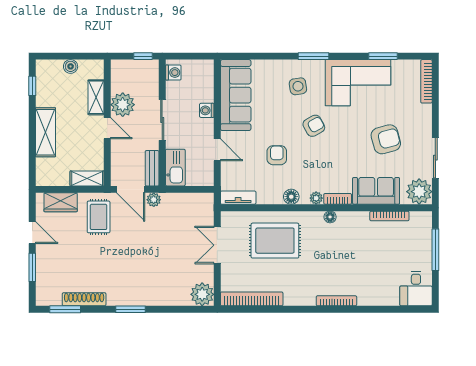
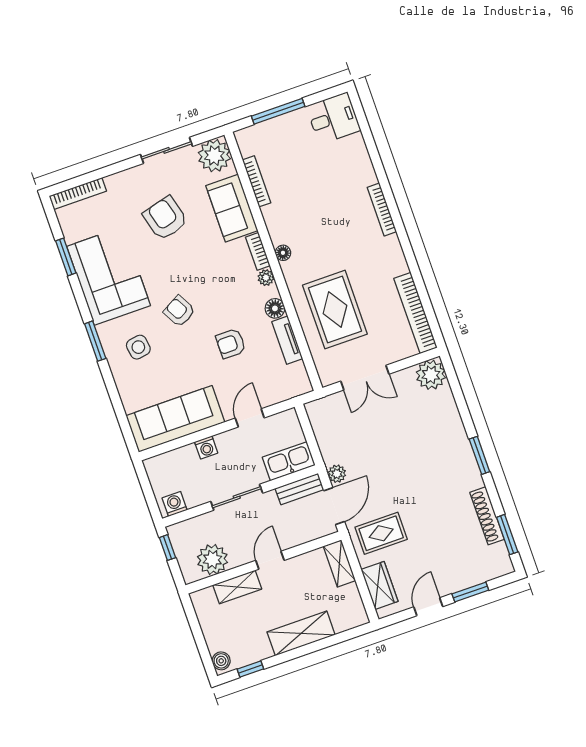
boiler: (71, 66) -> (221, 661), moved
plant: (123, 105) -> (212, 560), moved
tv unit: (238, 198) -> (287, 340), moved

